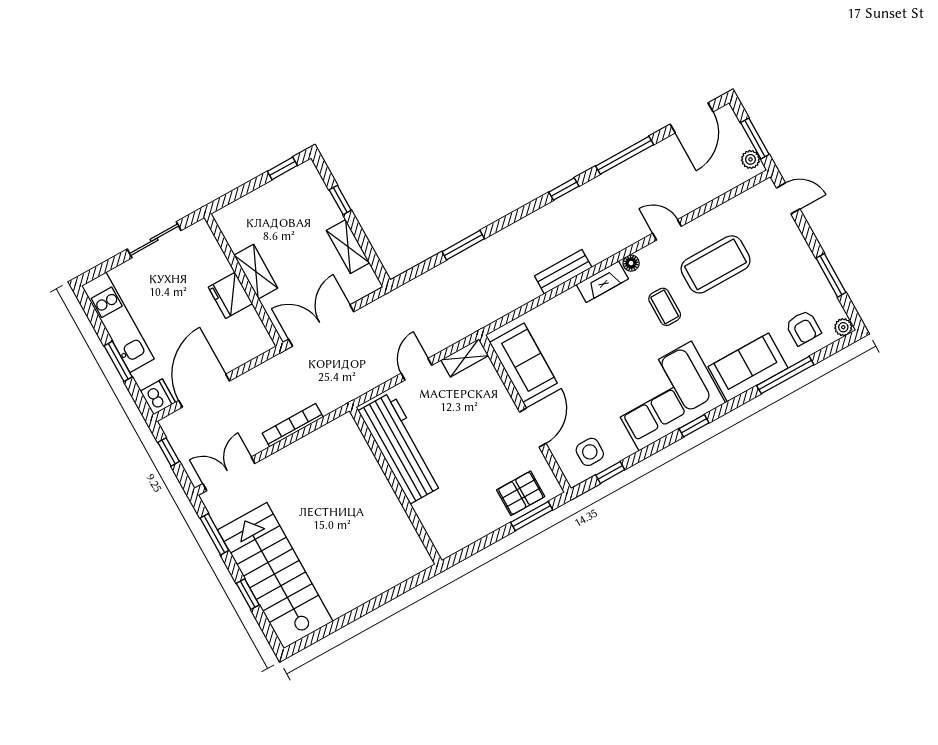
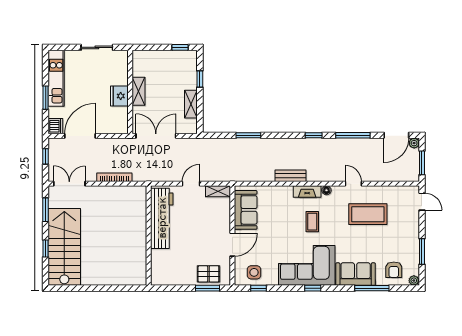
plant: (750, 159) -> (414, 143), moved
coffee table: (665, 307) -> (312, 222), moved

